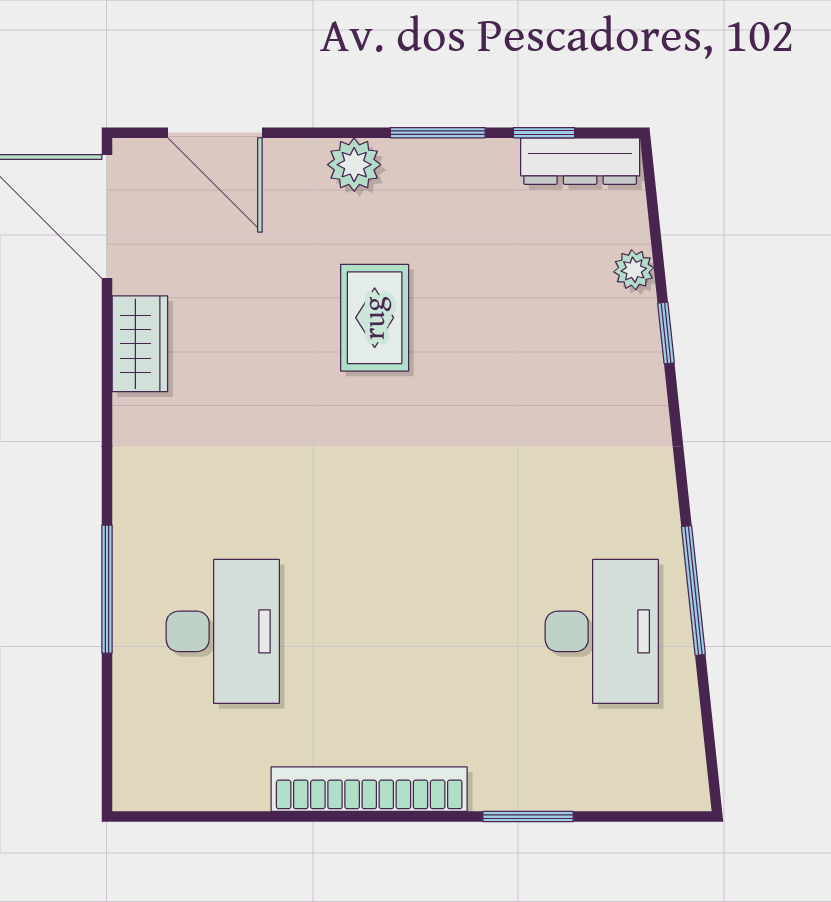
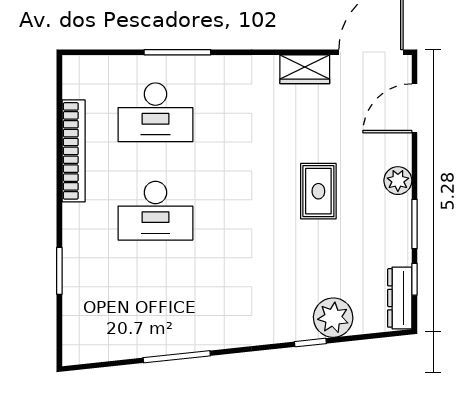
plant: (634, 270) -> (333, 318), width x1.88, depth x1.88
rug: (375, 318) -> (318, 191), turned 90
desk: (602, 631) -> (155, 211), moved
bookcase: (369, 789) -> (74, 151), moved

